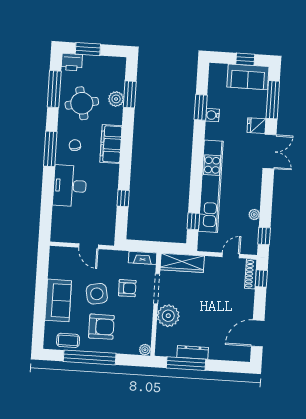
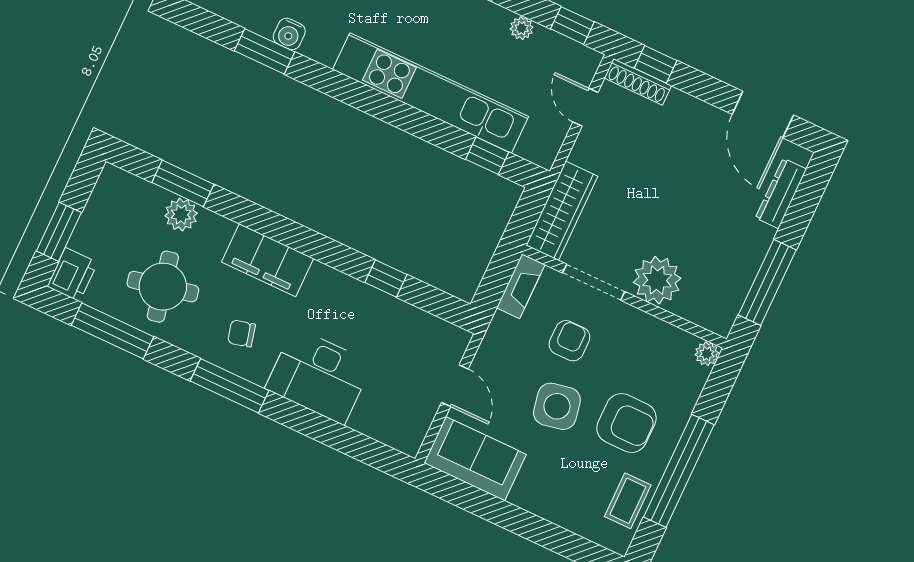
door: (88, 246) -> (455, 386), hinge flipped
sofa: (58, 300) -> (475, 459), moved
armchair: (101, 327) -> (626, 423), turned 90
dresser: (193, 352) -> (781, 193), moved

